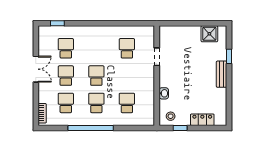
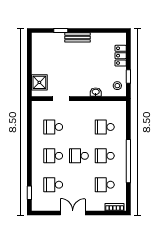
shower: (209, 34) -> (39, 82), moved
school desk: (66, 76) -> (53, 156), moved

